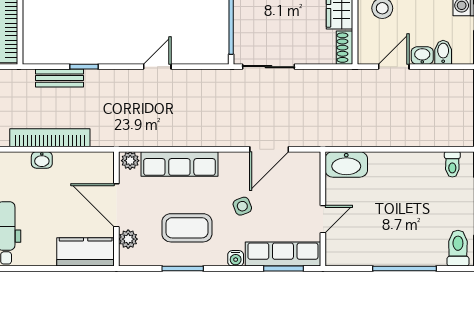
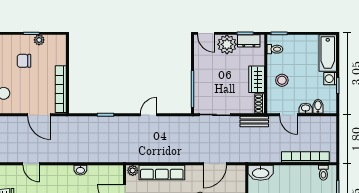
door: (394, 67) -> (289, 115), swing flipped
bench: (59, 78) -> (254, 122), moved
bookcase: (50, 138) -> (305, 157), moved

